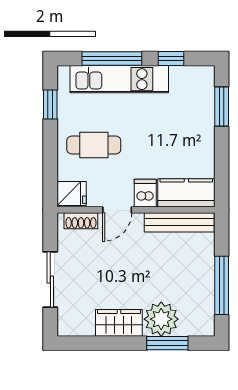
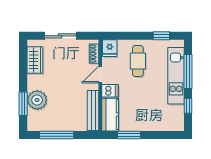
window: (222, 106) -> (129, 135), moved
door: (117, 210) -> (100, 75), hinge flipped
wardrobe: (119, 323) -> (35, 60), moved

